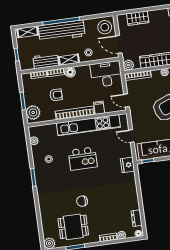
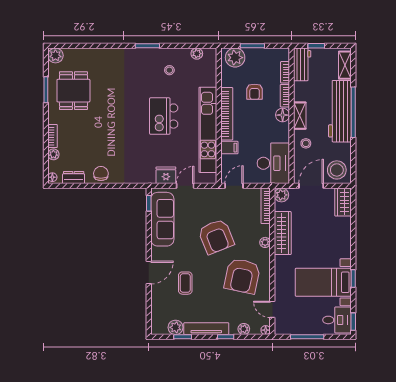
wardrobe: (138, 18) -> (343, 202), moved
workbench: (46, 61) -> (302, 64), moved
fridge: (128, 165) -> (166, 175), moved
chair: (82, 201) -> (101, 174), moved

